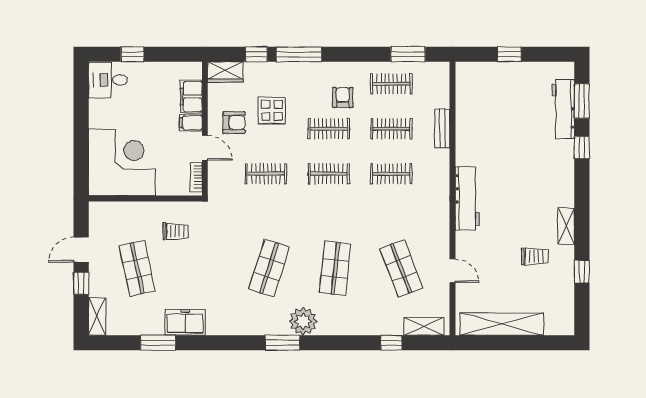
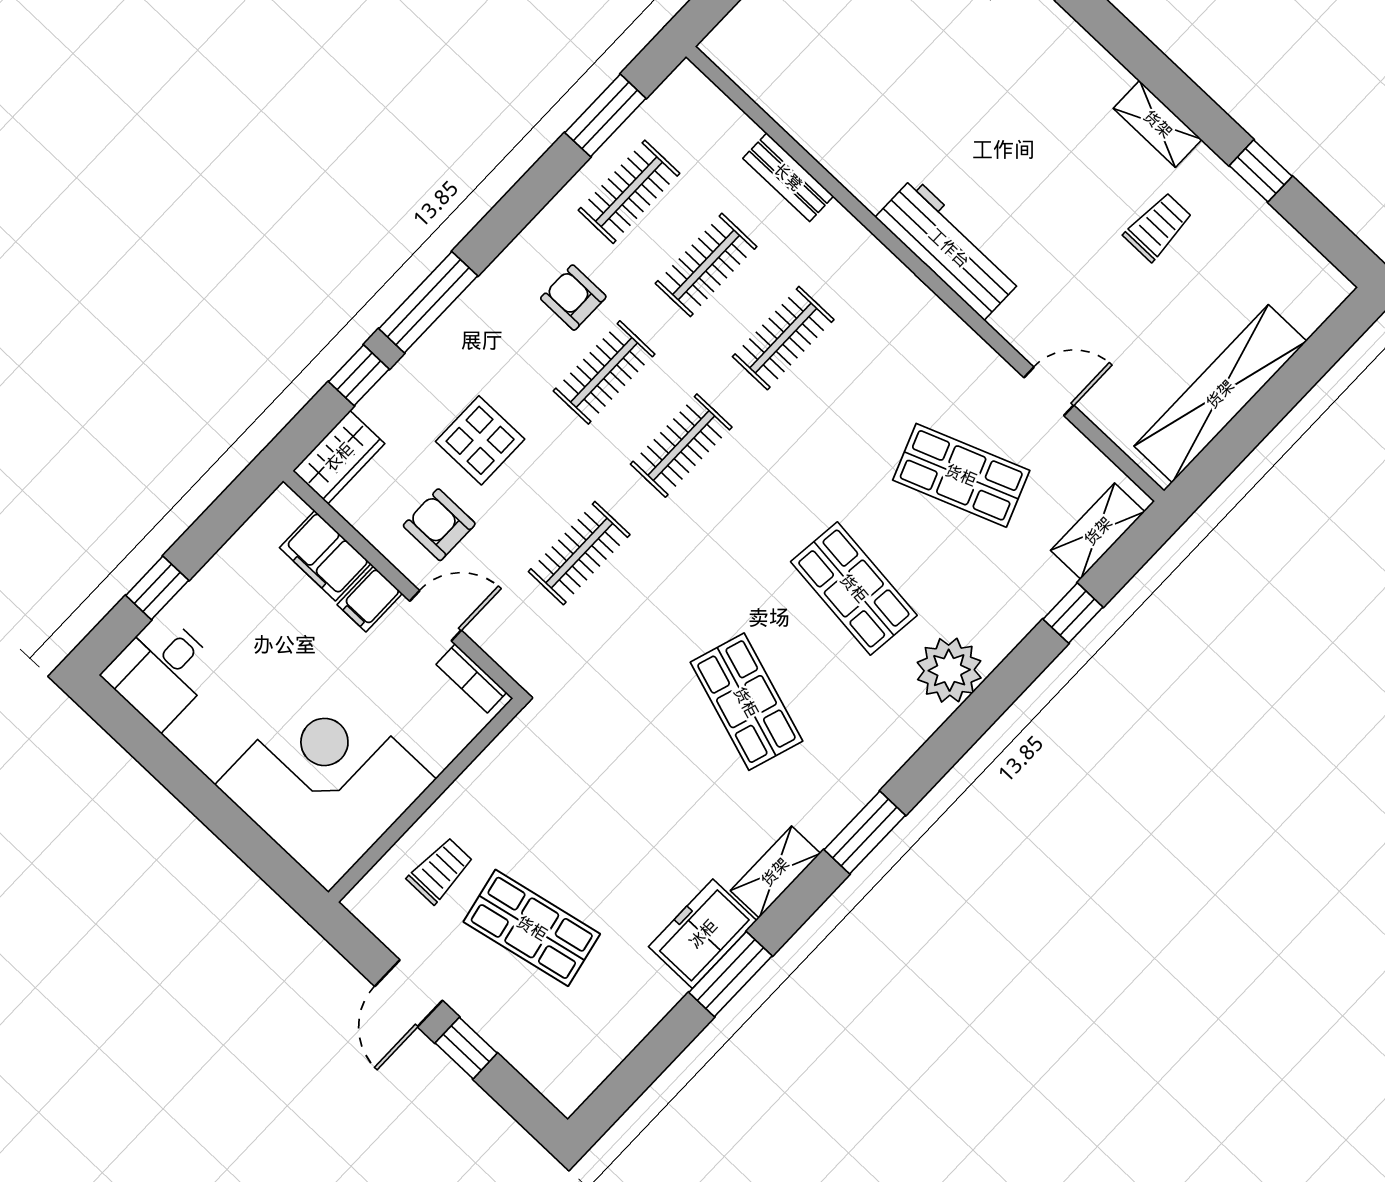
armchair: (234, 122) -> (439, 525), turned -90
trolley: (176, 231) -> (440, 871), moved
shelving: (97, 316) -> (775, 872), moved, turned 90
plant: (303, 321) -> (949, 670), moved
window: (158, 343) -> (730, 974), moved
window: (282, 343) -> (865, 833), moved

